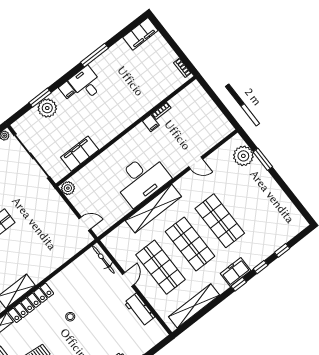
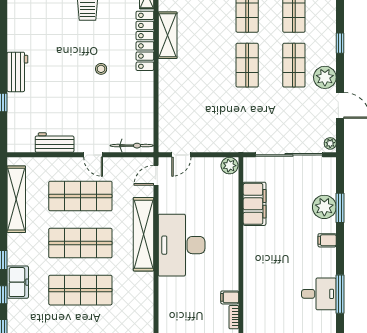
desk: (86, 83) -> (319, 294), moved
door: (196, 163) -> (156, 175), moved
freezer: (235, 272) -> (18, 282), moved

